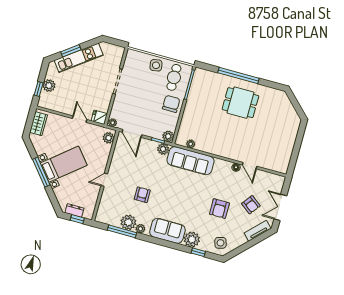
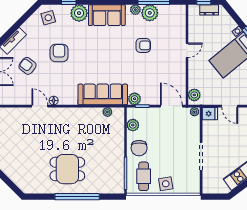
plant: (168, 136) -> (133, 125), moved
armchair: (142, 195) -> (143, 45), turned -90

